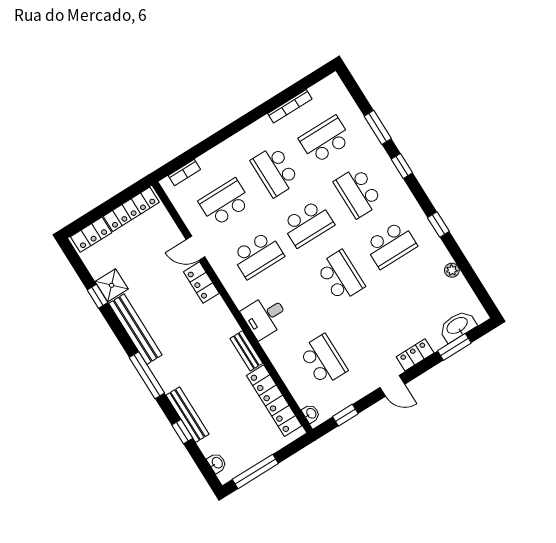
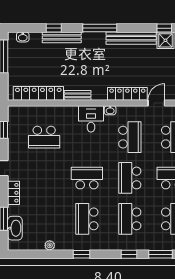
school desk: (358, 192) -> (130, 219), turned -90
school desk: (258, 255) -> (130, 137), turned 180
school desk: (341, 276) -> (87, 178), turned 180
locker: (201, 283) -> (127, 94), width x1.53
washbasin: (311, 413) -> (110, 110), moved

